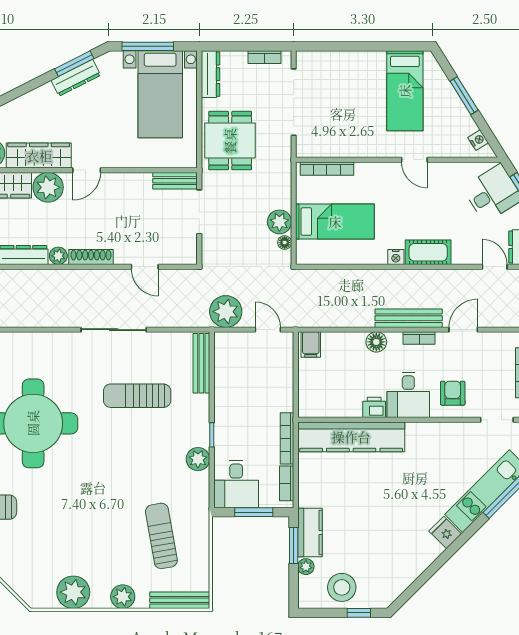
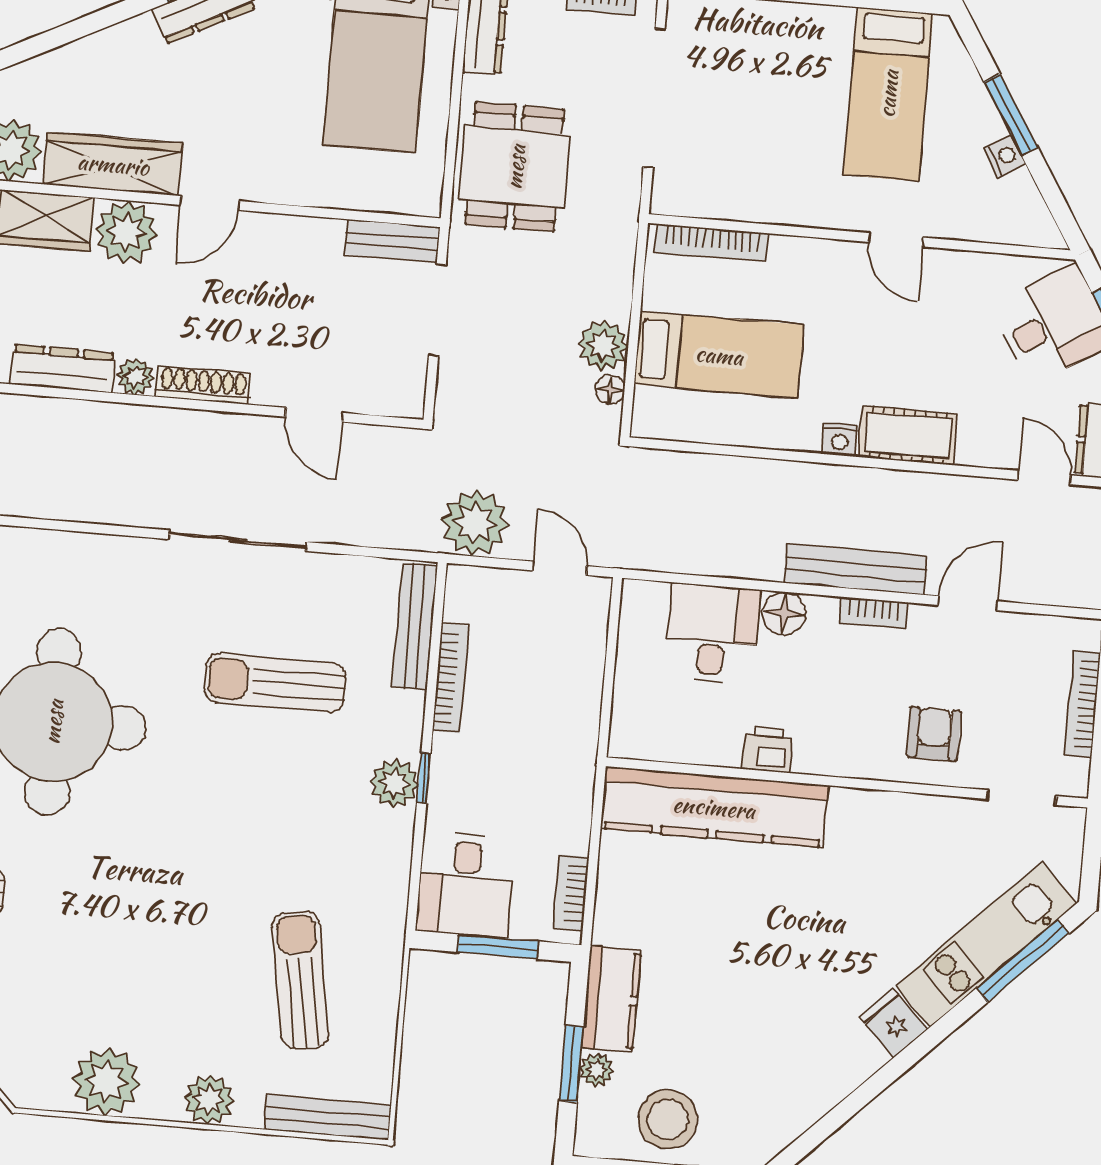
nightstand: (478, 140) -> (1005, 156), moved
filing cabinet: (311, 345) -> (646, 607), removed
desk: (408, 395) -> (712, 634), moved, turned 180
bookcase: (287, 438) -> (451, 678), moved, turned 180
plant: (198, 459) -> (394, 783), moved
window: (294, 546) -> (571, 1064), moved

